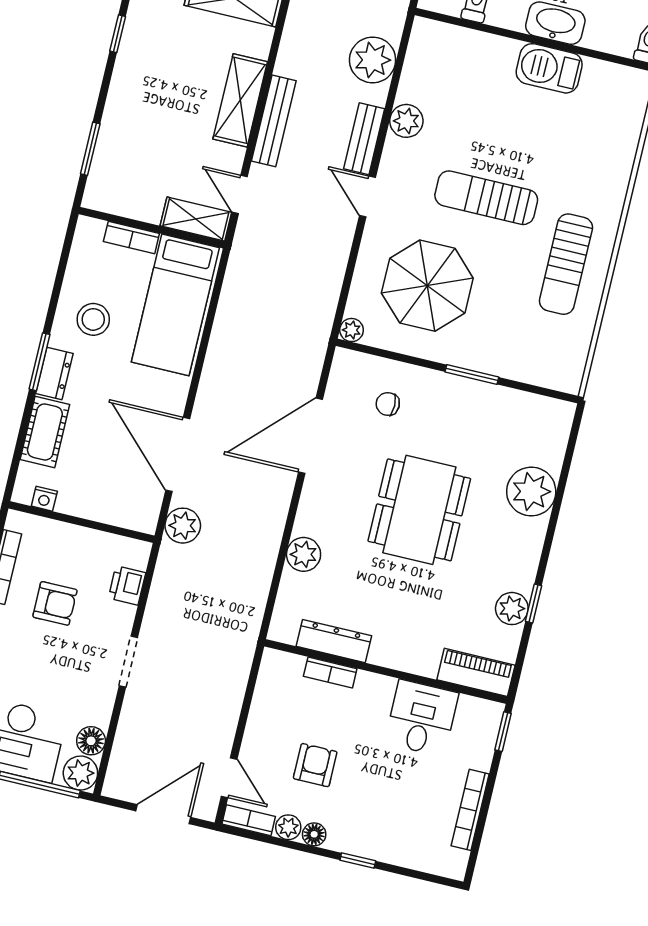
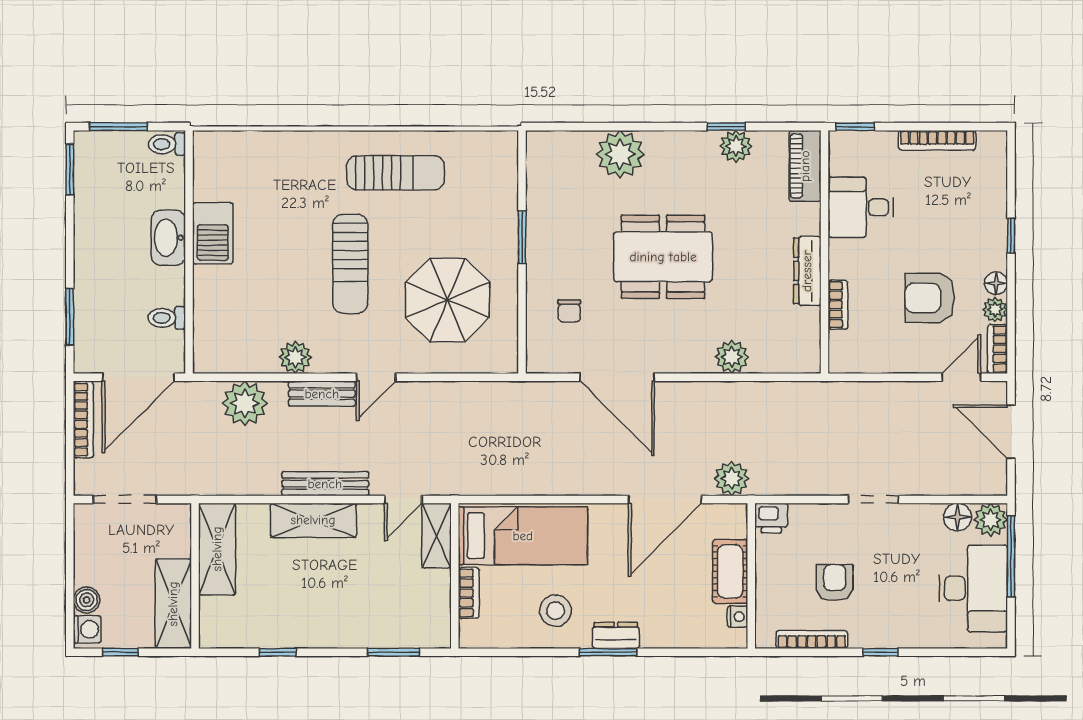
plant: (352, 330) -> (507, 362), removed
cot: (45, 432) -> (730, 571), moved, turned 90
printer: (127, 585) -> (771, 518), moved
dresser: (334, 641) -> (807, 271), moved
armchair: (315, 765) -> (930, 298), width x1.38, depth x1.38

